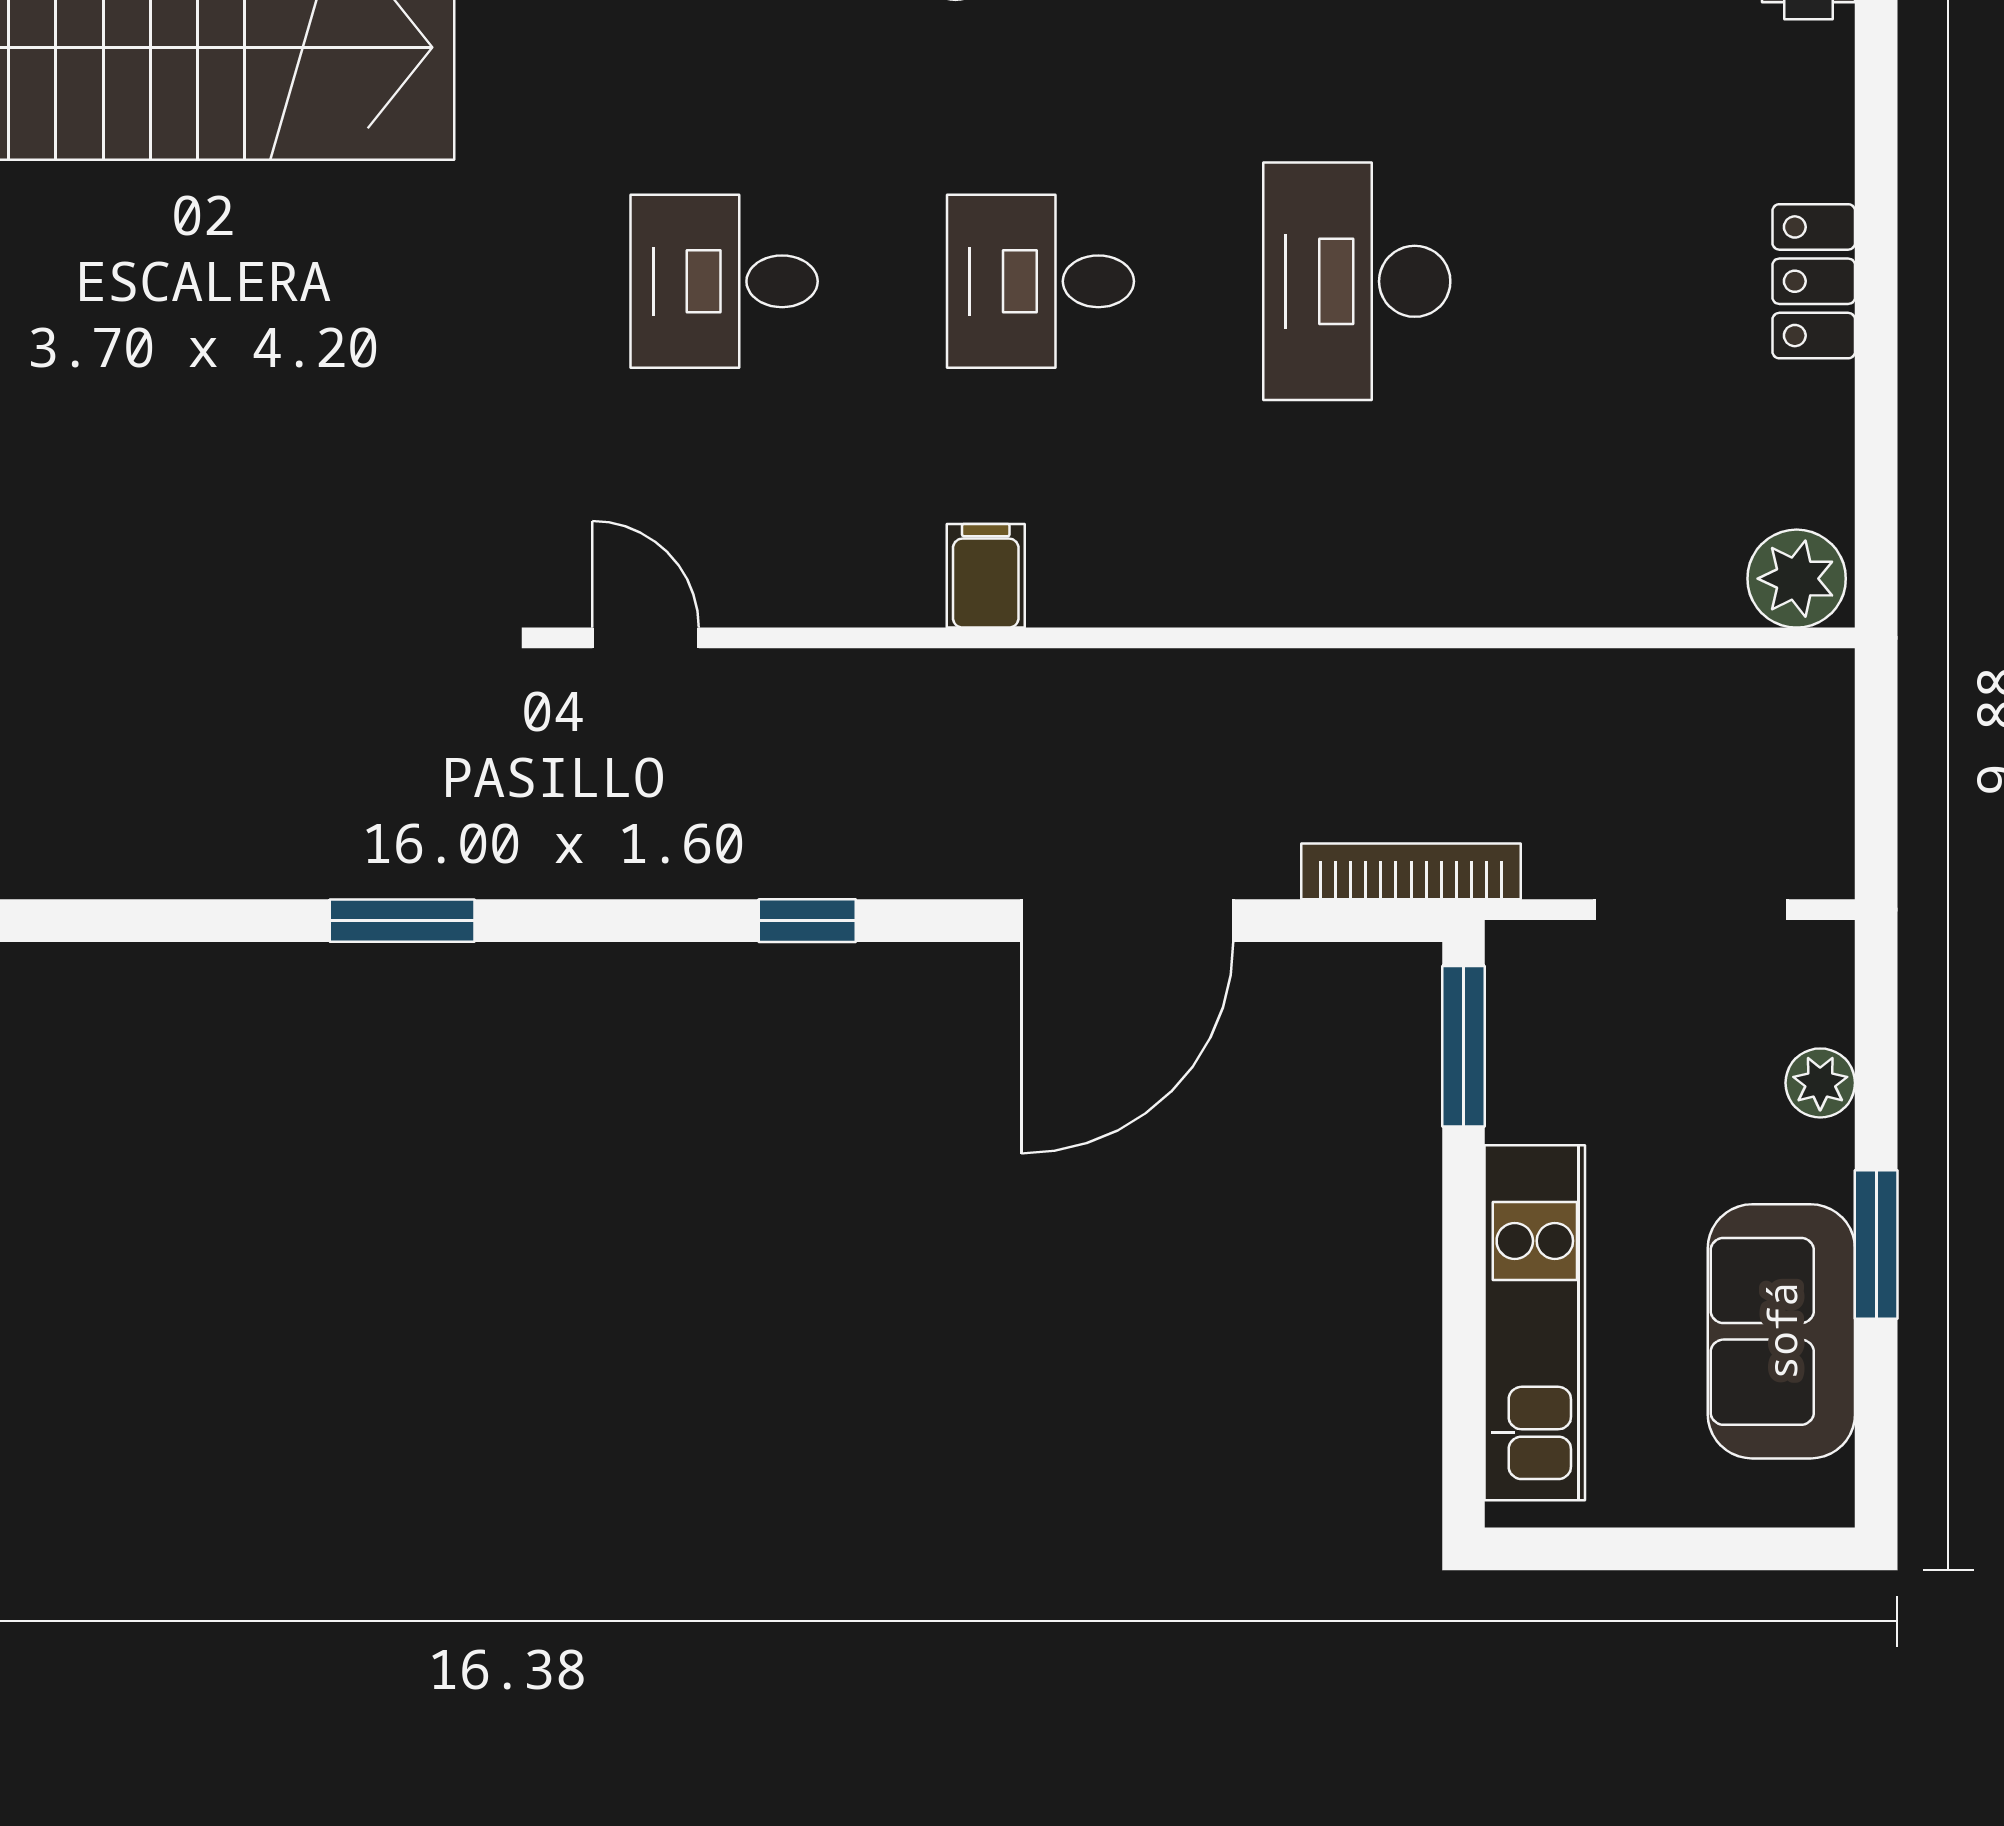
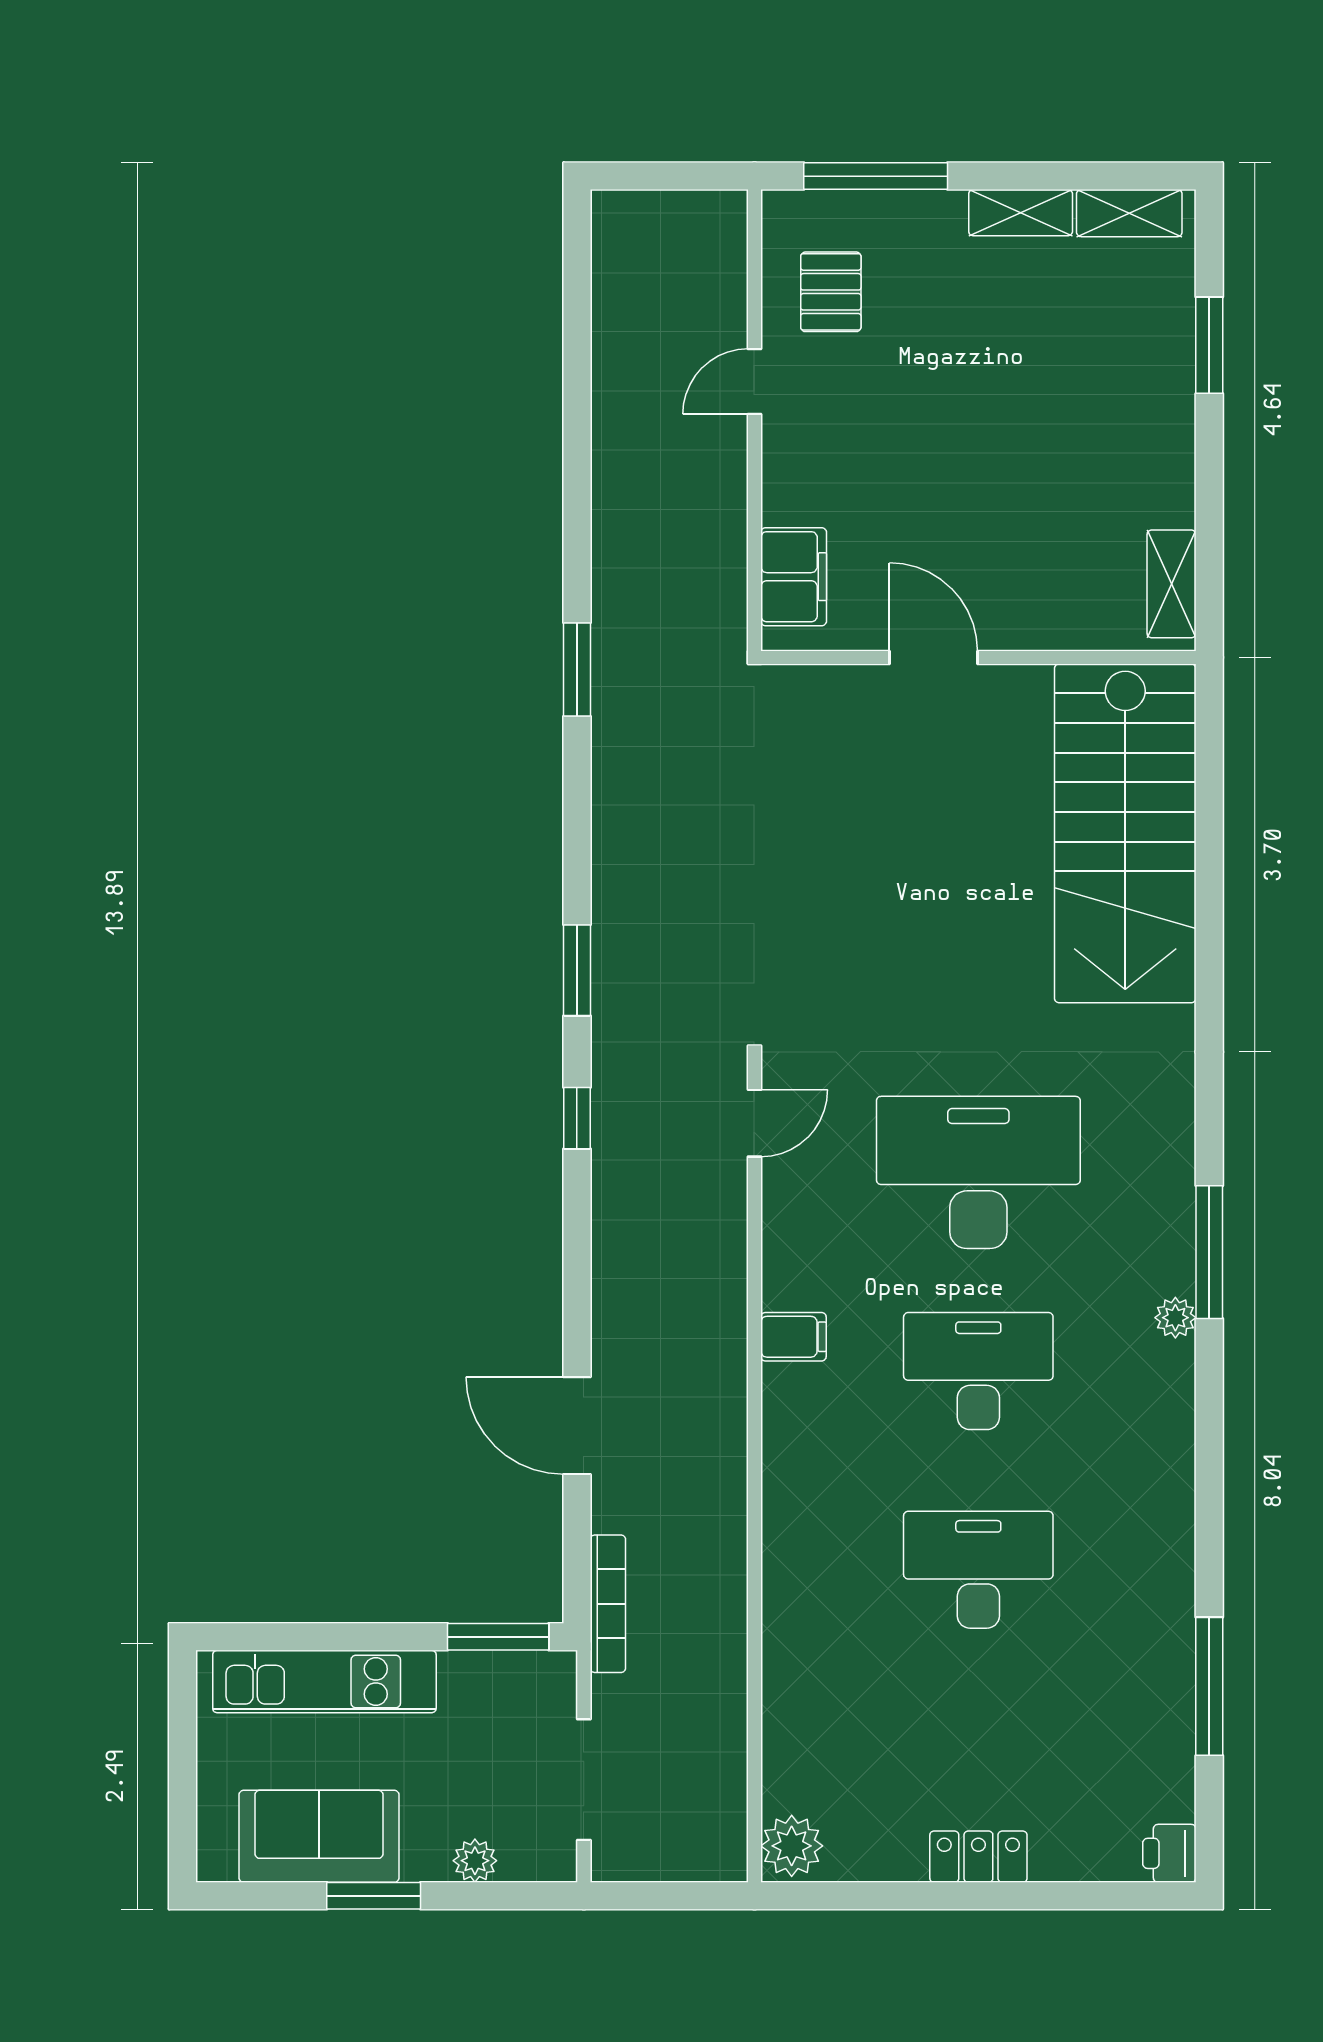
desk: (724, 281) -> (978, 1172), width x1.87, depth x1.30
desk: (1040, 281) -> (978, 1371), width x1.37
window: (807, 921) -> (577, 1118), moved
door: (1127, 921) -> (577, 1426), width x0.73

